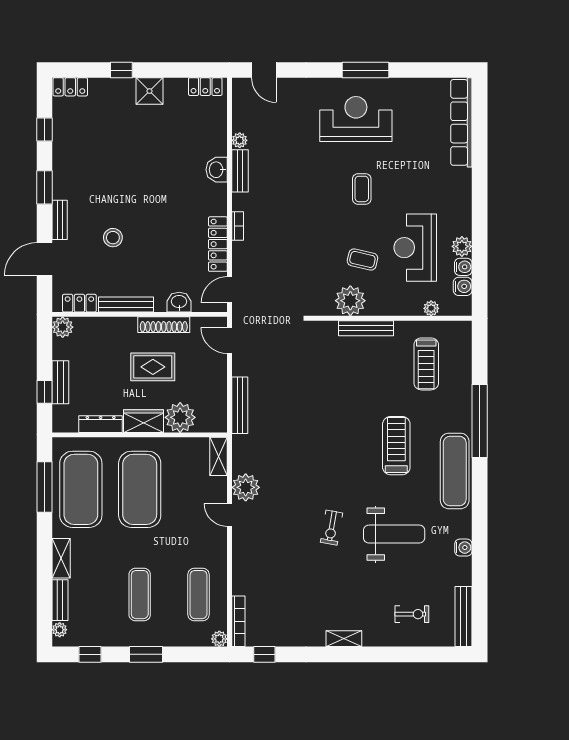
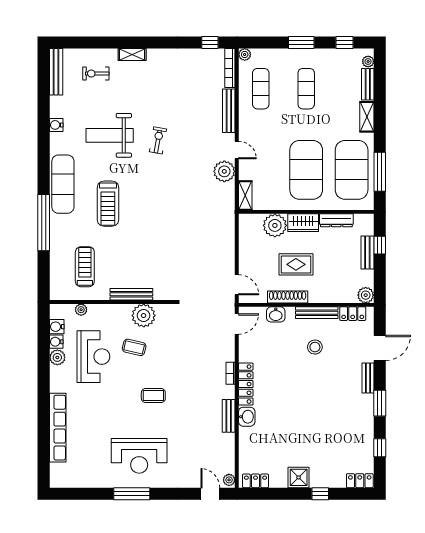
row of seats: (461, 122) -> (58, 428), moved
plant: (240, 140) -> (229, 480), moved
coffee table: (362, 189) -> (153, 396), moved, turned 90
stool: (113, 238) -> (315, 347), moved
locker: (218, 244) -> (246, 384), moved
bench: (240, 405) -> (229, 111), moved
shelving: (344, 639) -> (132, 55), moved

